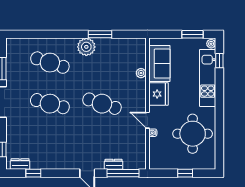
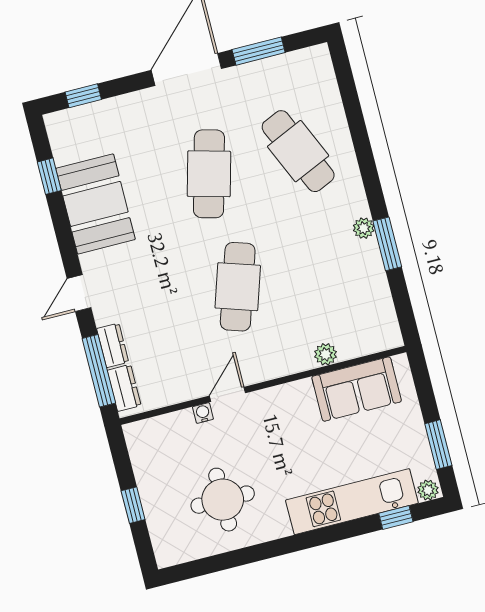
plant: (86, 47) -> (364, 228), width x0.53, depth x0.53
cafe table: (50, 63) -> (298, 151), turned -42
fridge: (159, 94) -> (290, 404), removed
round table: (193, 134) -> (223, 500), width x0.73, depth x0.73
booth: (50, 156) -> (95, 204), added
dresser: (20, 164) -> (124, 388), moved

